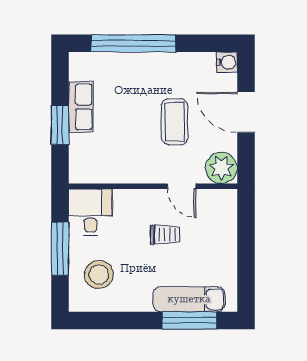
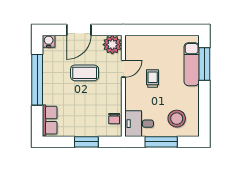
window: (133, 43) -> (37, 80), moved
row of seats: (81, 107) -> (50, 120), moved, turned 90
chair: (99, 171) -> (114, 119), added

